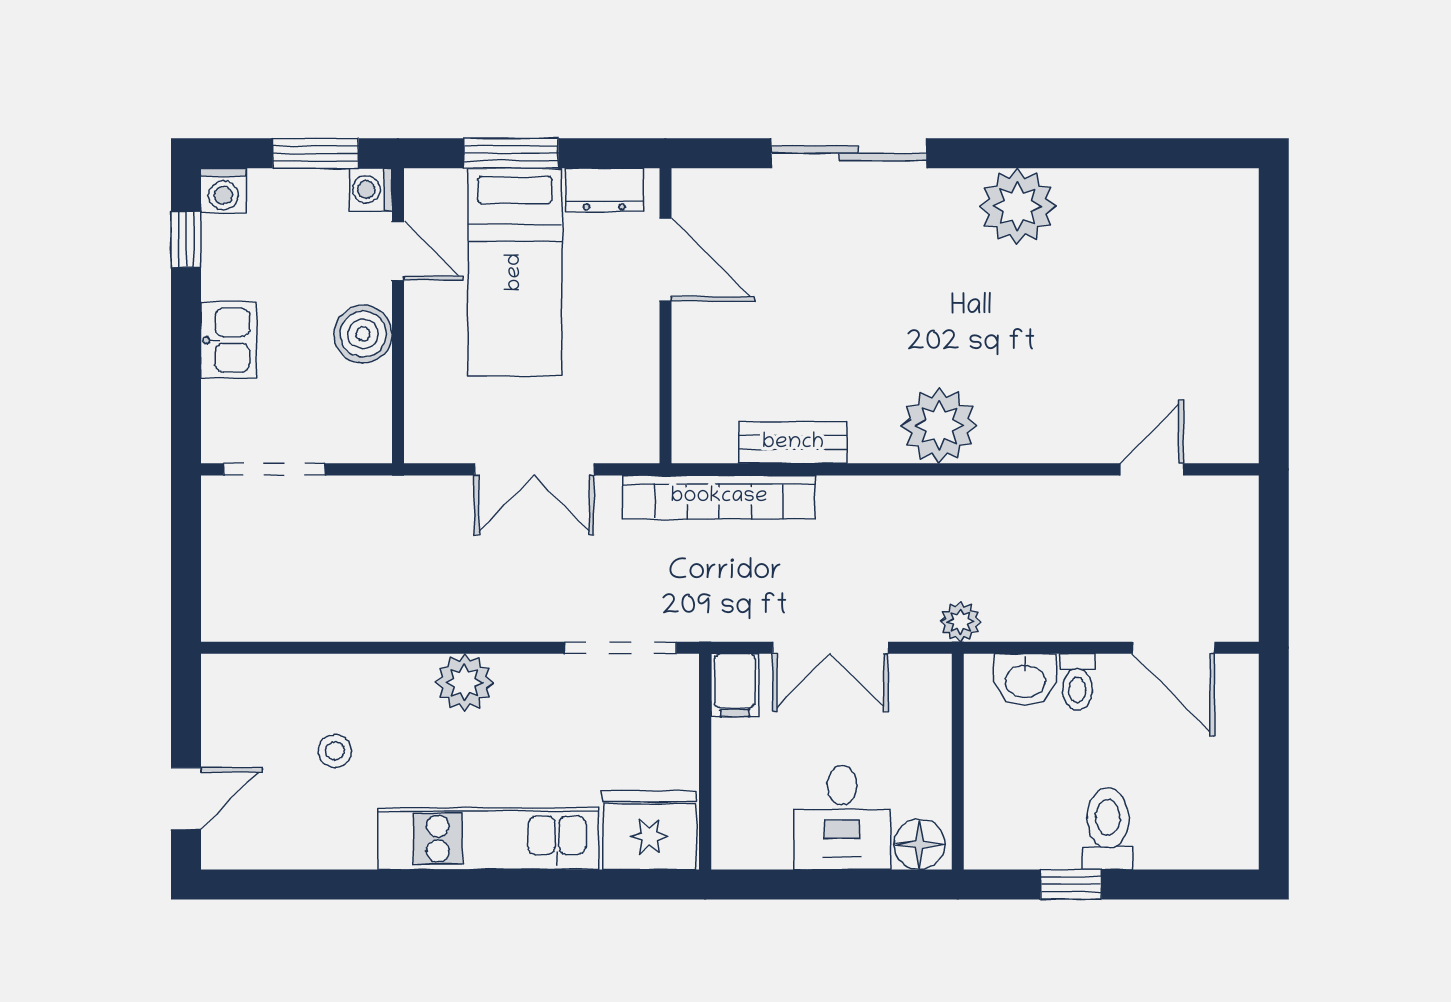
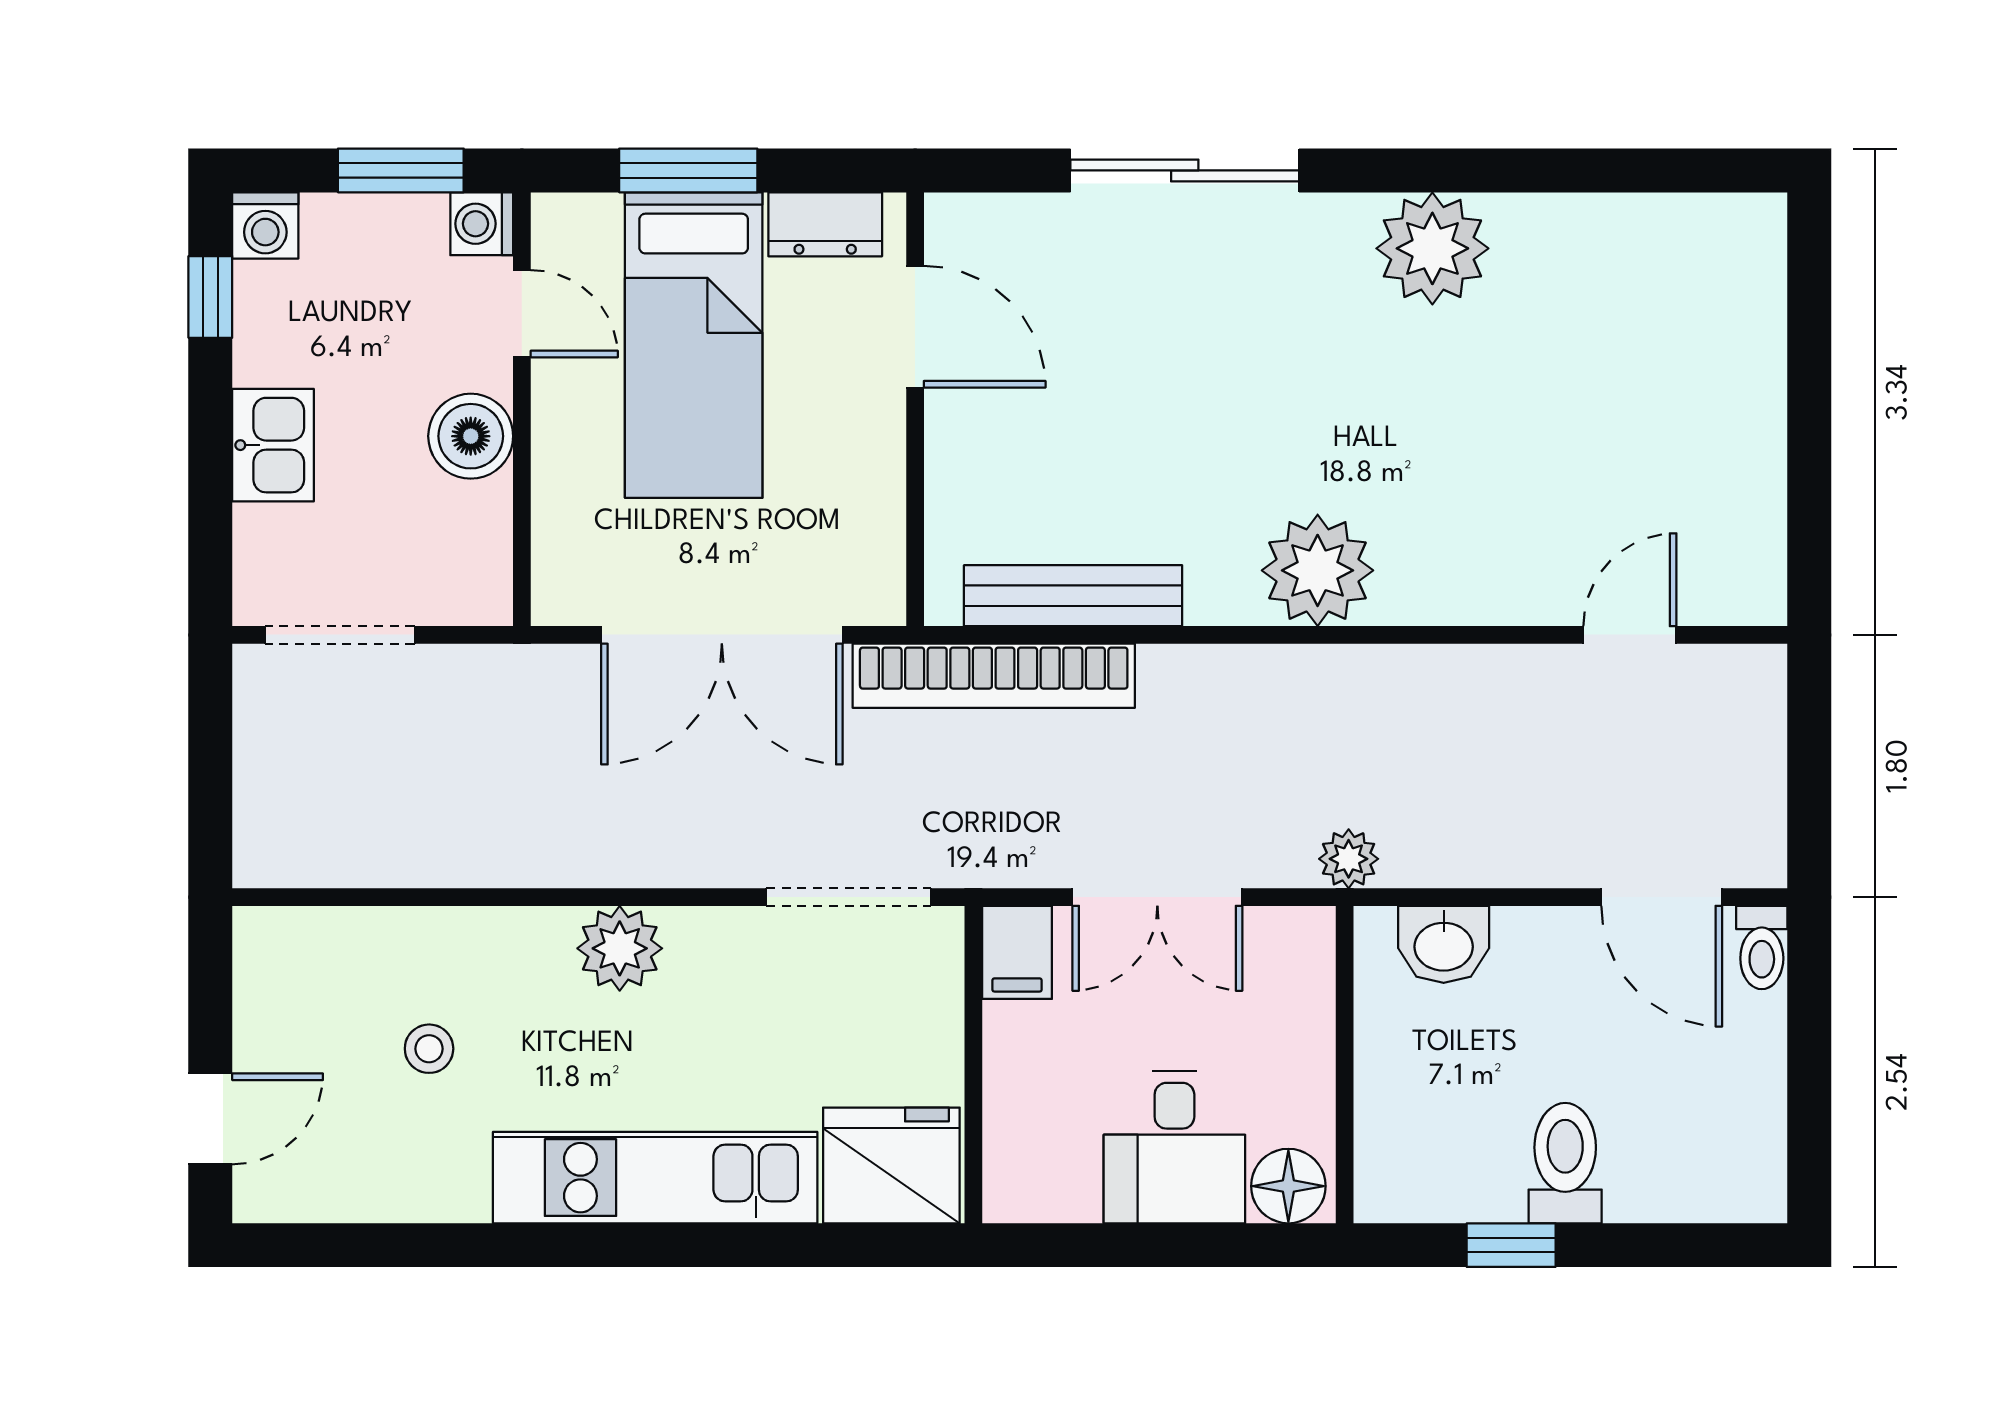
bench: (793, 443) -> (1073, 596), width x1.36
double door: (534, 469) -> (722, 635), width x1.37
toilet: (1077, 682) -> (1762, 947), moved

